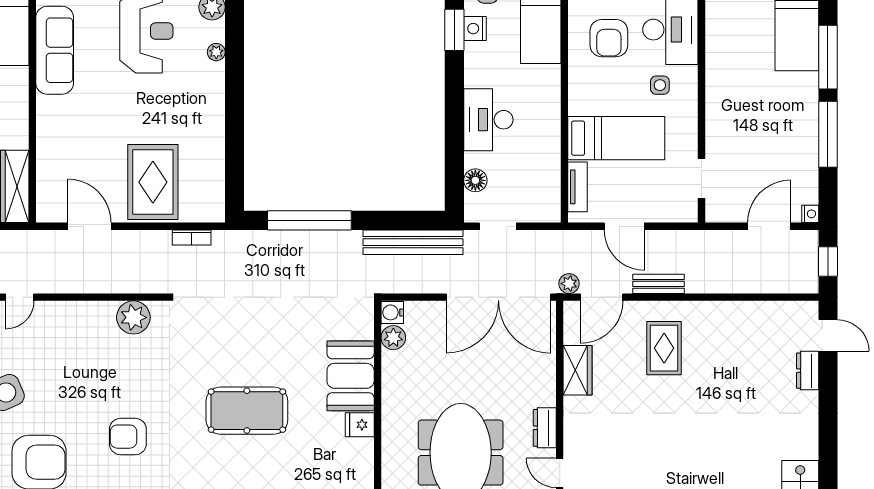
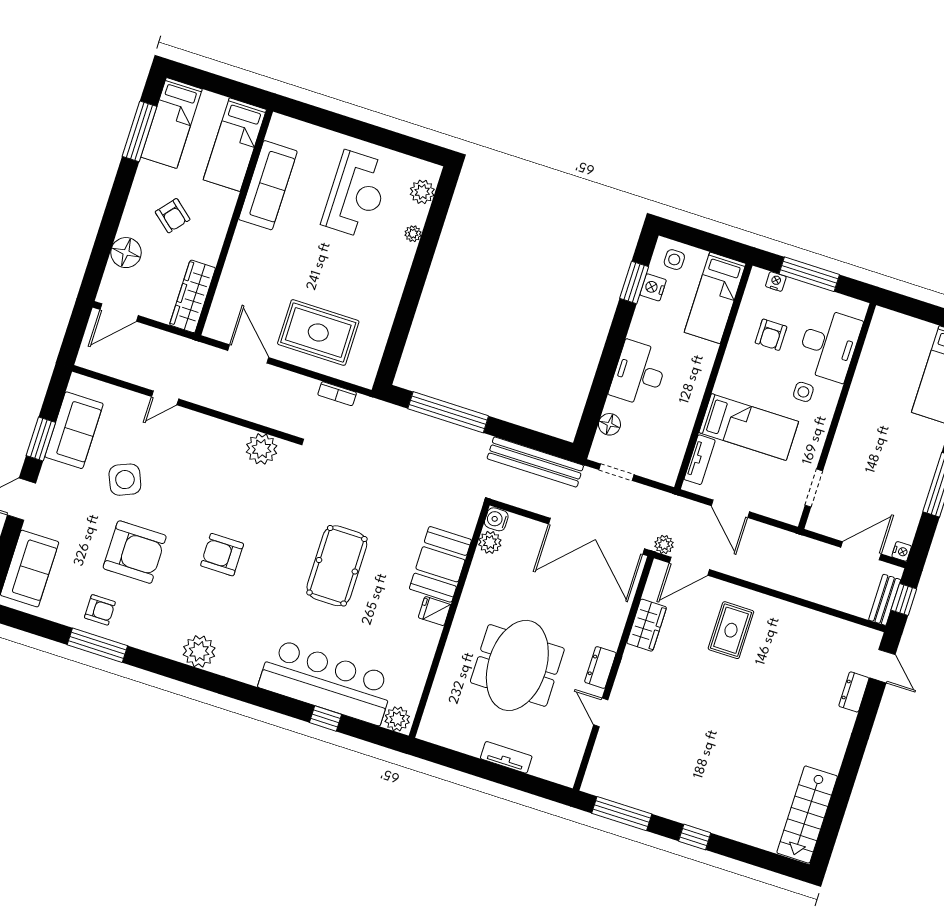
armchair: (609, 38) -> (771, 335), width x0.72, depth x0.72
rug: (153, 182) -> (318, 333), turned 90
bench: (658, 284) -> (885, 600), moved, turned 90
pool table: (247, 411) -> (337, 566), turned 90

